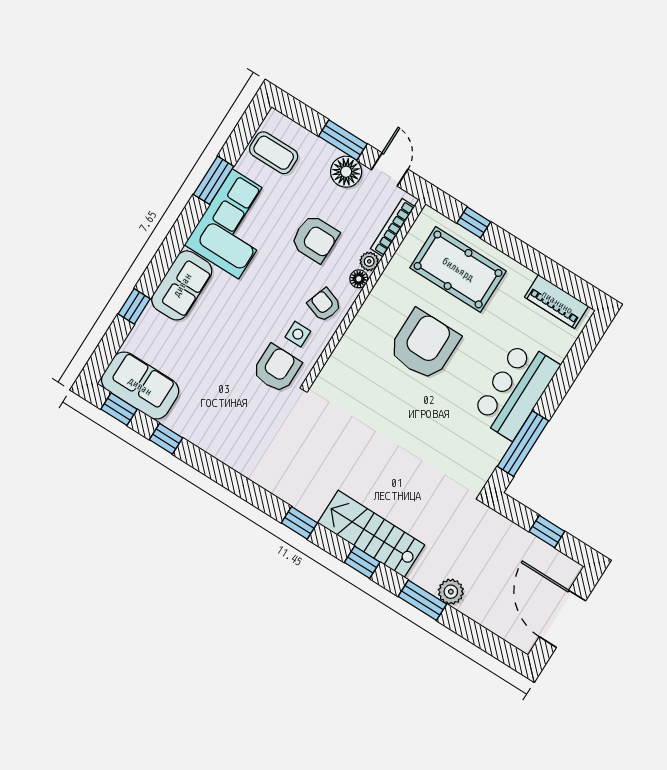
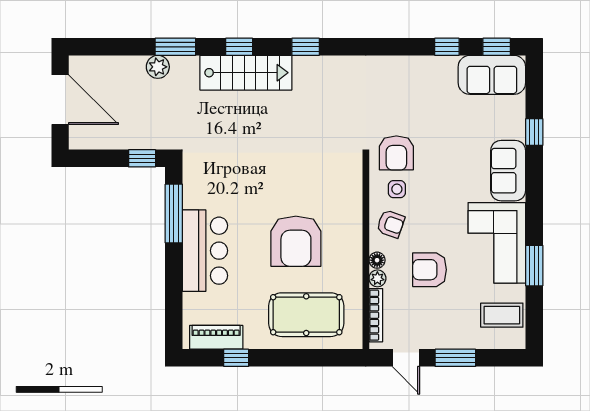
floor lamp: (346, 172) -> (438, 335), removed
window: (474, 222) -> (236, 358), moved
window: (547, 532) -> (142, 158), moved

